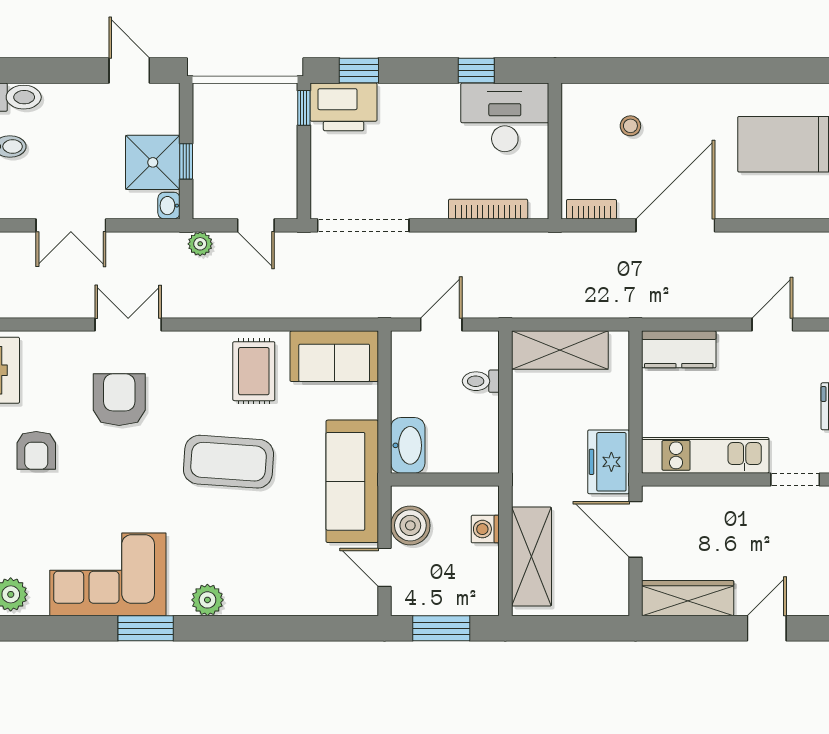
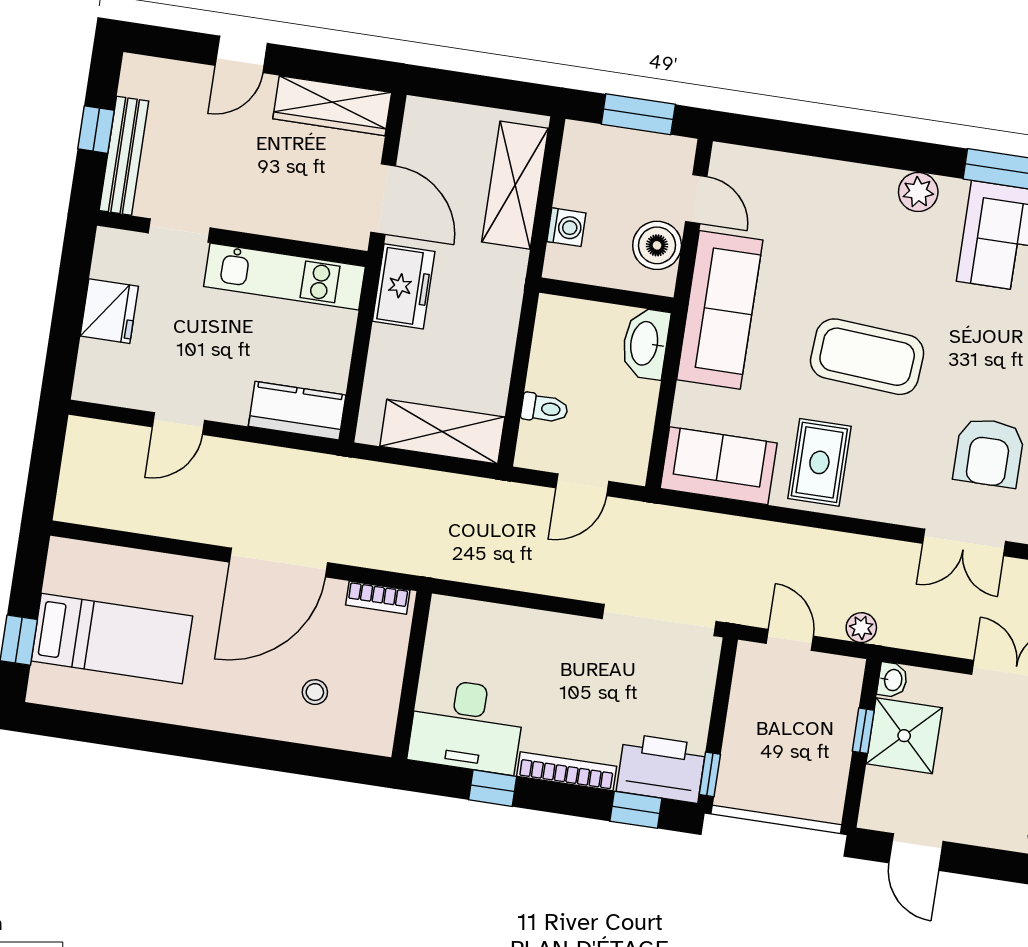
bookcase: (488, 209) -> (567, 771), moved, turned 180

